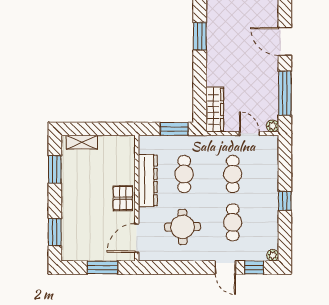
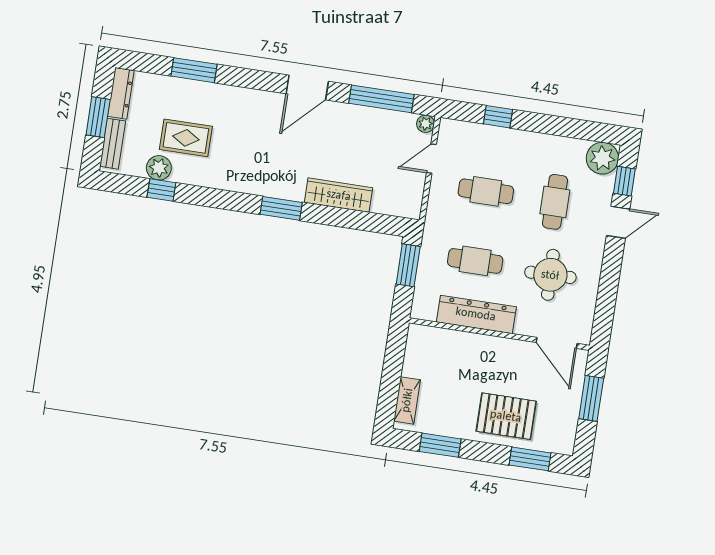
wardrobe: (215, 110) -> (339, 195), moved
pallet: (123, 198) -> (506, 416), moved, width x1.50, depth x1.42
window: (285, 201) -> (498, 117), moved
cafe table: (233, 222) -> (555, 202), turned 90
plant: (273, 255) -> (602, 158), width x1.87, depth x1.87

